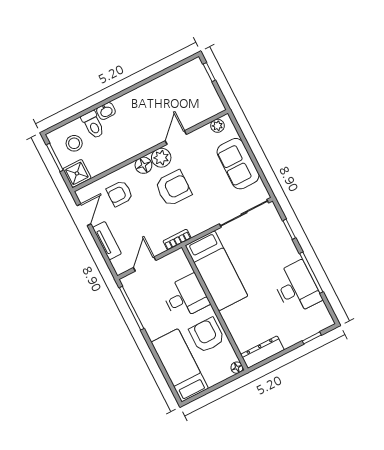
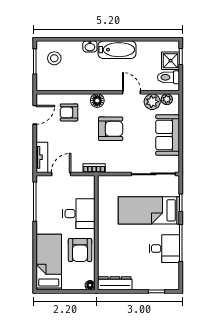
bathtub: (137, 100) -> (117, 50), added
toilet: (93, 125) -> (168, 77), moved, turned 90
door: (176, 138) -> (132, 92), hinge flipped
plant: (161, 158) -> (152, 102), moved
shower: (77, 173) -> (170, 61), moved
tv unit: (107, 241) -> (42, 157), moved
bed: (216, 271) -> (149, 210), moved, turned 90
desk: (297, 288) -> (164, 249), width x0.73
armchair: (207, 335) -> (80, 250), turned 180

